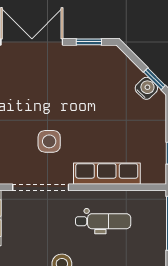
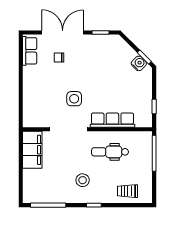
chair: (26, 79) -> (59, 57), added
dental chair: (103, 221) -> (110, 152), turned 180

